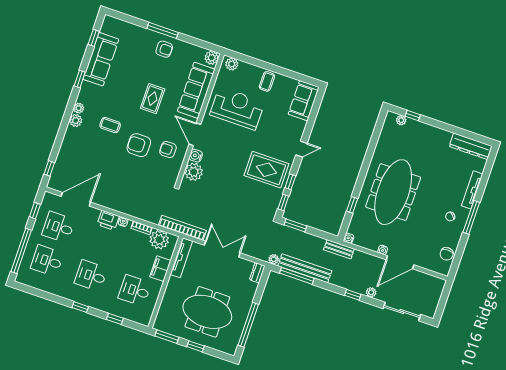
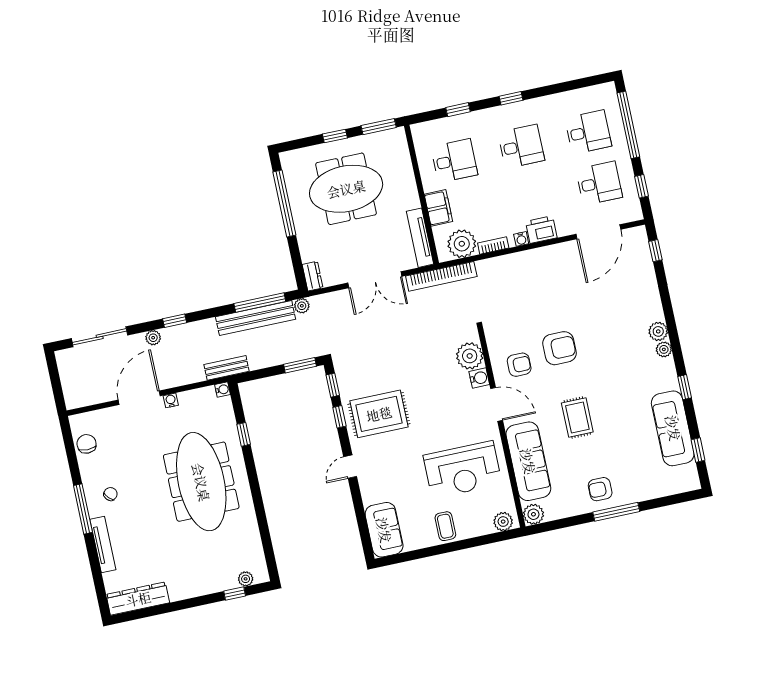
coffee table: (110, 125) -> (611, 352), removed

